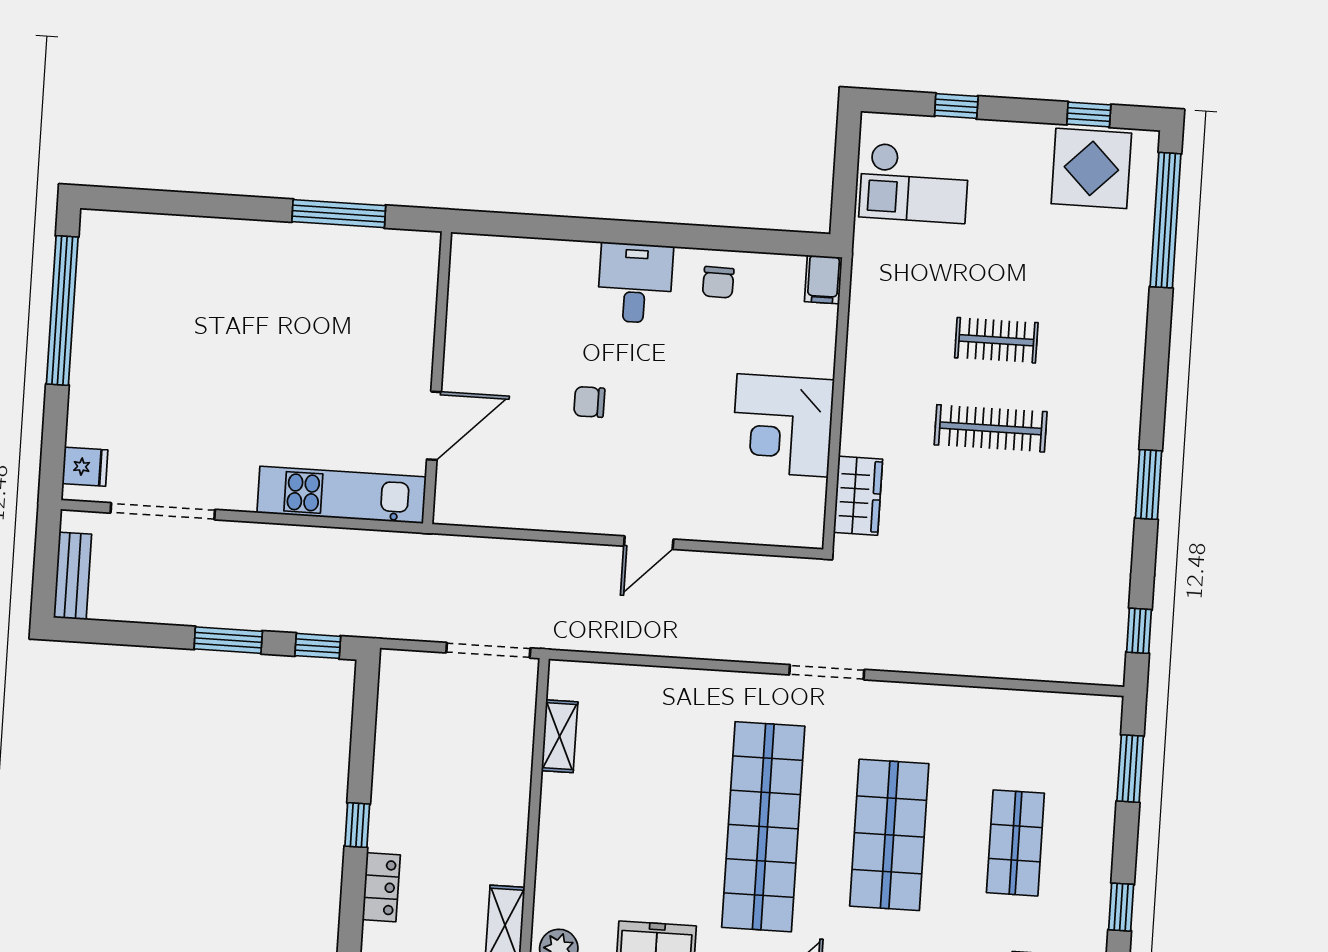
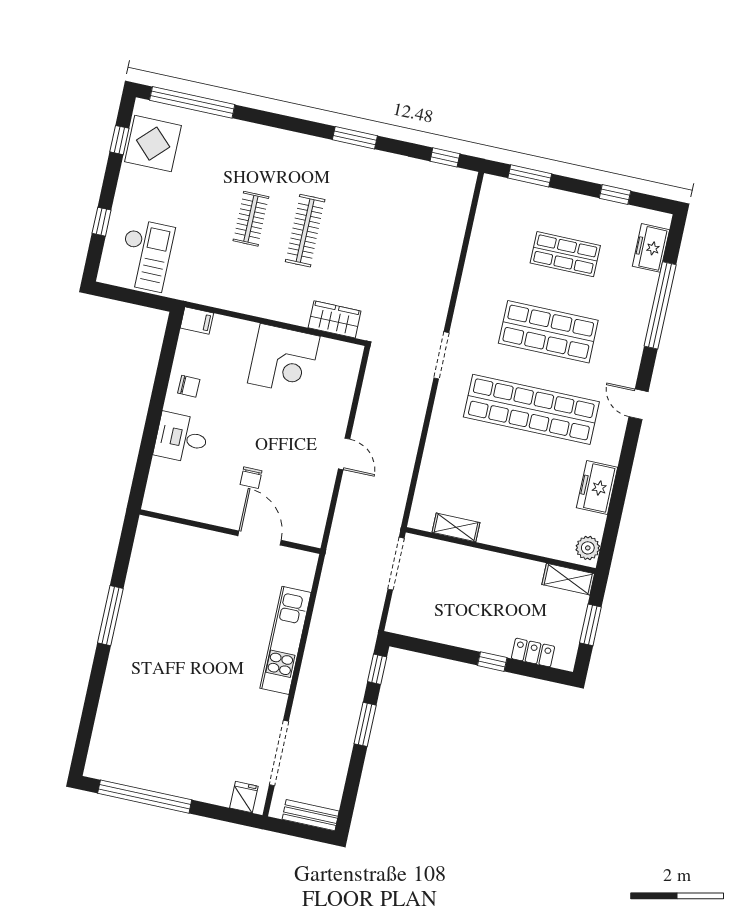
wall: (437, 378) -> (230, 532), moved
door: (434, 426) -> (260, 538), moved

